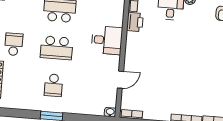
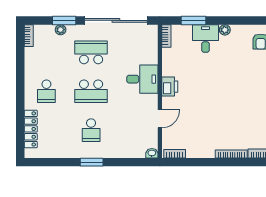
printer: (135, 22) -> (170, 87), moved
school desk: (14, 44) -> (46, 91), turned 180

